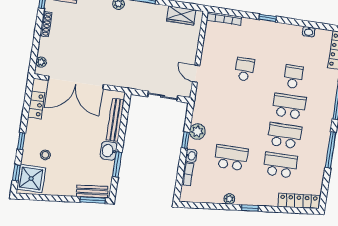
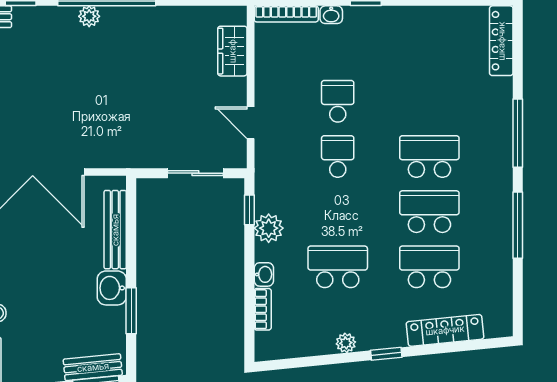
wardrobe: (181, 15) -> (232, 51), moved, turned 90
washbasin: (309, 32) -> (331, 15), moved
school desk: (293, 77) -> (338, 156), moved
window: (185, 140) -> (249, 210), moved
locker: (299, 201) -> (445, 330), moved

